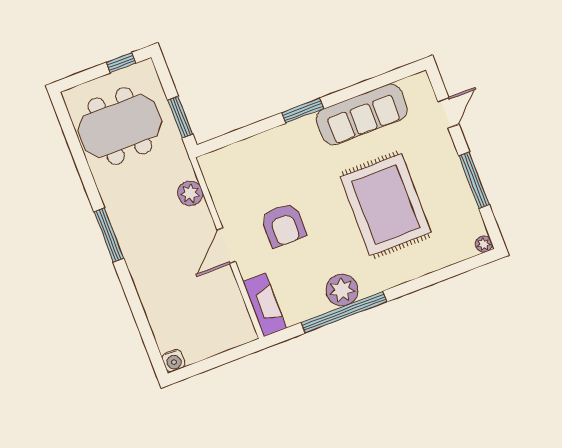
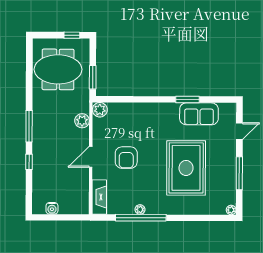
window: (303, 111) -> (187, 99), moved
sofa: (362, 114) -> (199, 114), width x0.73
plant: (212, 165) -> (100, 110), added
plant: (342, 290) -> (140, 210), width x0.53, depth x0.53
window: (131, 292) -> (29, 162), added
water cooler: (173, 361) -> (52, 208), moved

